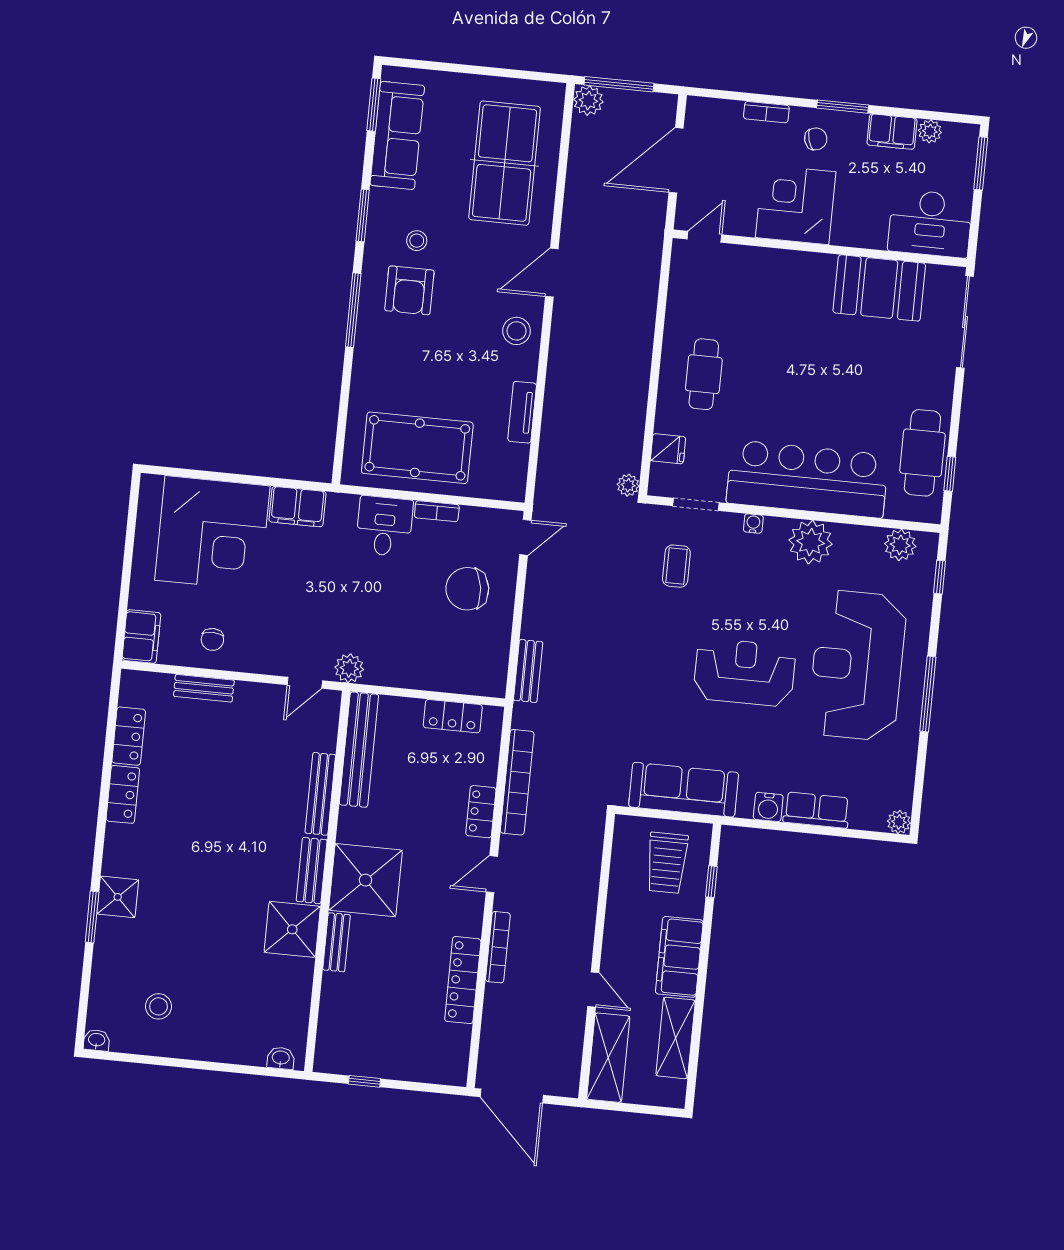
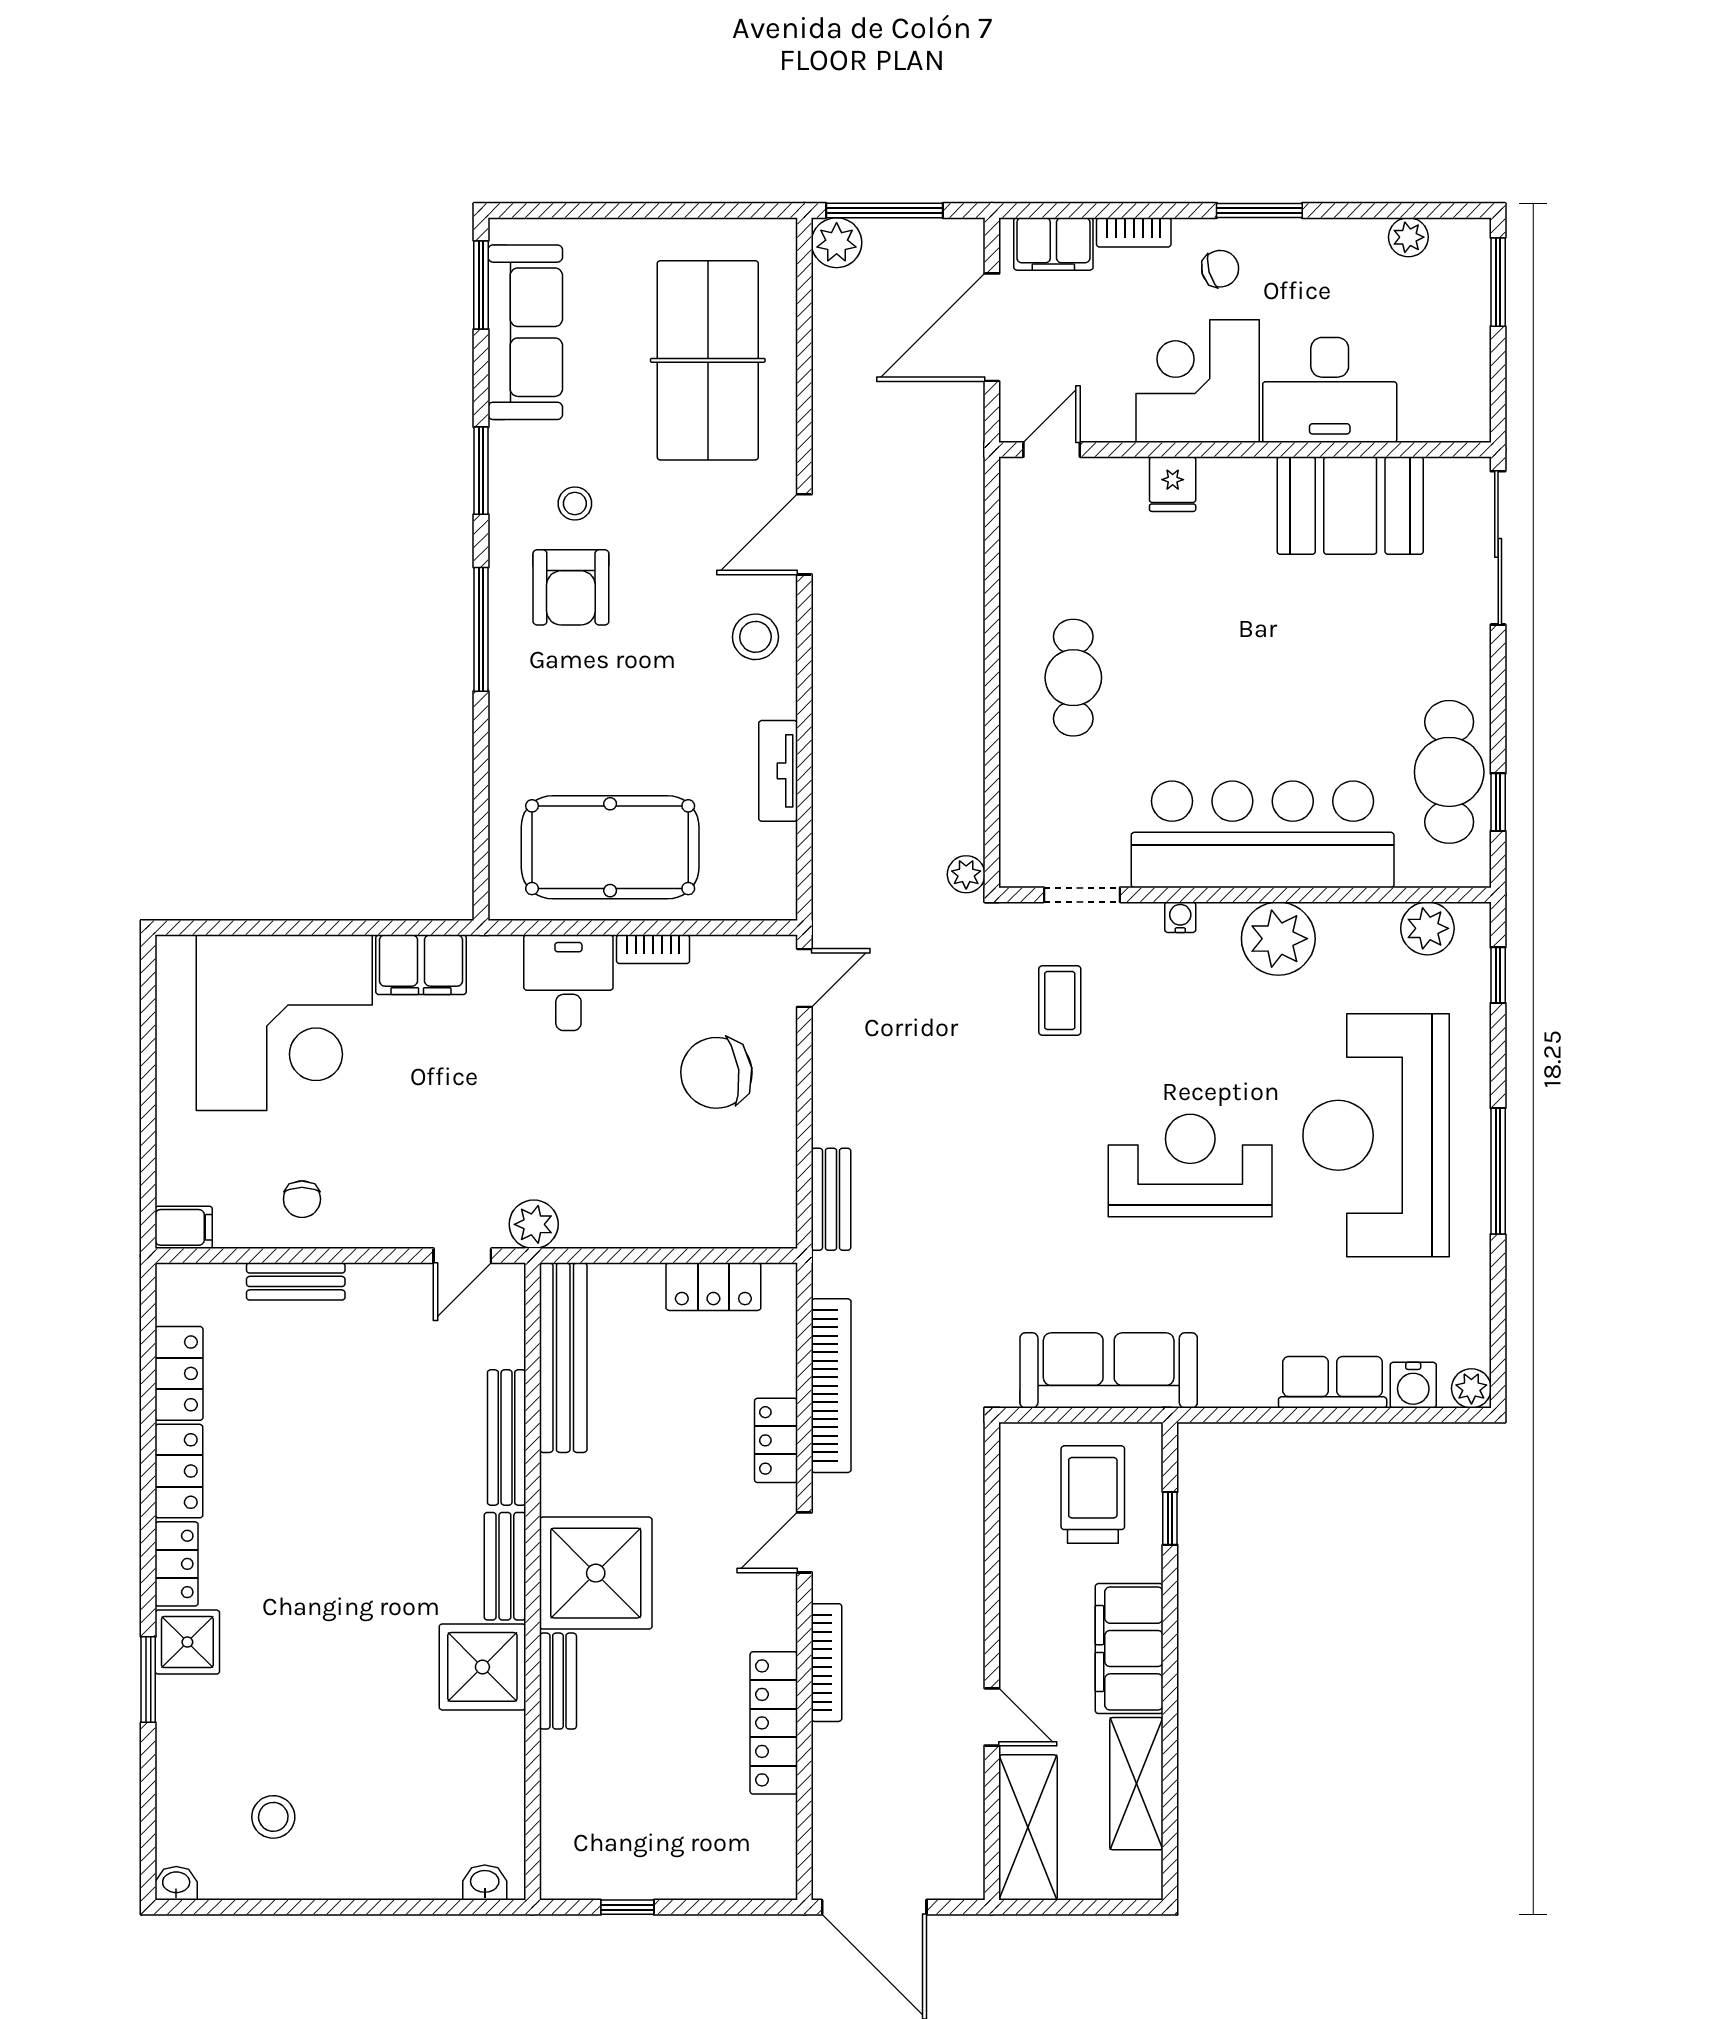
filing cabinet: (892, 132) -> (1053, 244), moved
desk: (930, 223) -> (1330, 390), moved
fridge: (668, 449) -> (1173, 484), moved, turned 90
filing cabinet: (141, 637) -> (184, 1227), width x0.50
water cooler: (768, 807) -> (1413, 1385), moved
locker: (116, 850) -> (177, 1564), added
trolley: (667, 863) -> (1093, 1495), turned 180

